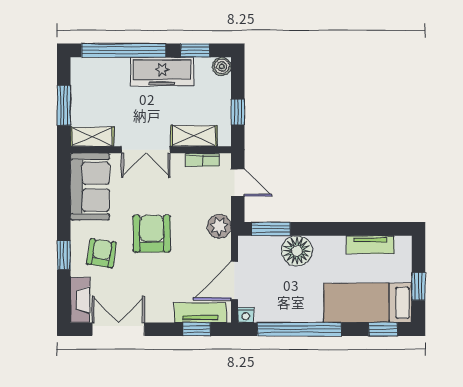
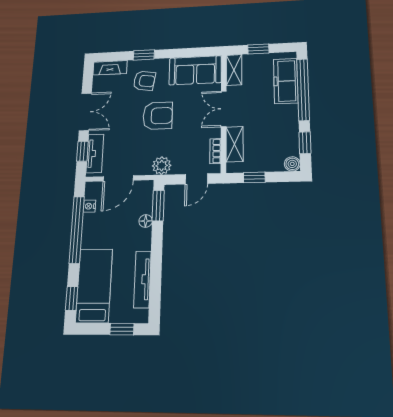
freezer: (162, 72) -> (286, 81), moved
window: (64, 105) -> (258, 49), width x0.67
tv unit: (370, 245) -> (142, 279), width x1.41
floor lamp: (297, 251) -> (146, 221), width x0.53, depth x0.53
door: (234, 281) -> (118, 178), swing flipped
window: (418, 286) -> (122, 329), moved
nightstand: (246, 315) -> (89, 206), moved
double door: (118, 329) -> (85, 112), moved

